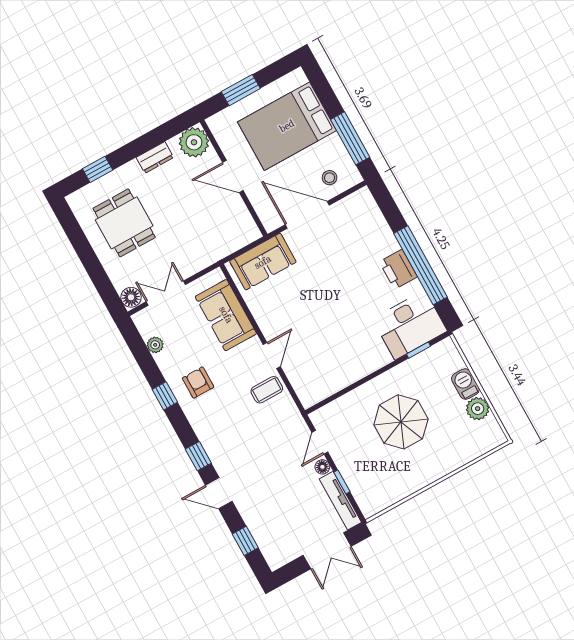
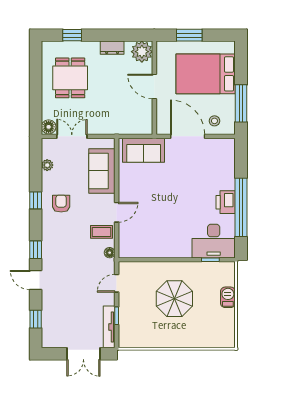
plant: (478, 409) -> (227, 317), removed
floor lamp: (322, 467) -> (110, 253), moved

